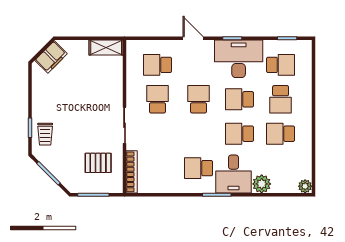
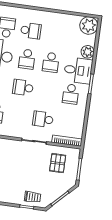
school desk: (157, 99) -> (43, 119), moved
school desk: (281, 134) -> (55, 34), removed
plant: (305, 186) -> (89, 26), width x1.88, depth x1.88

